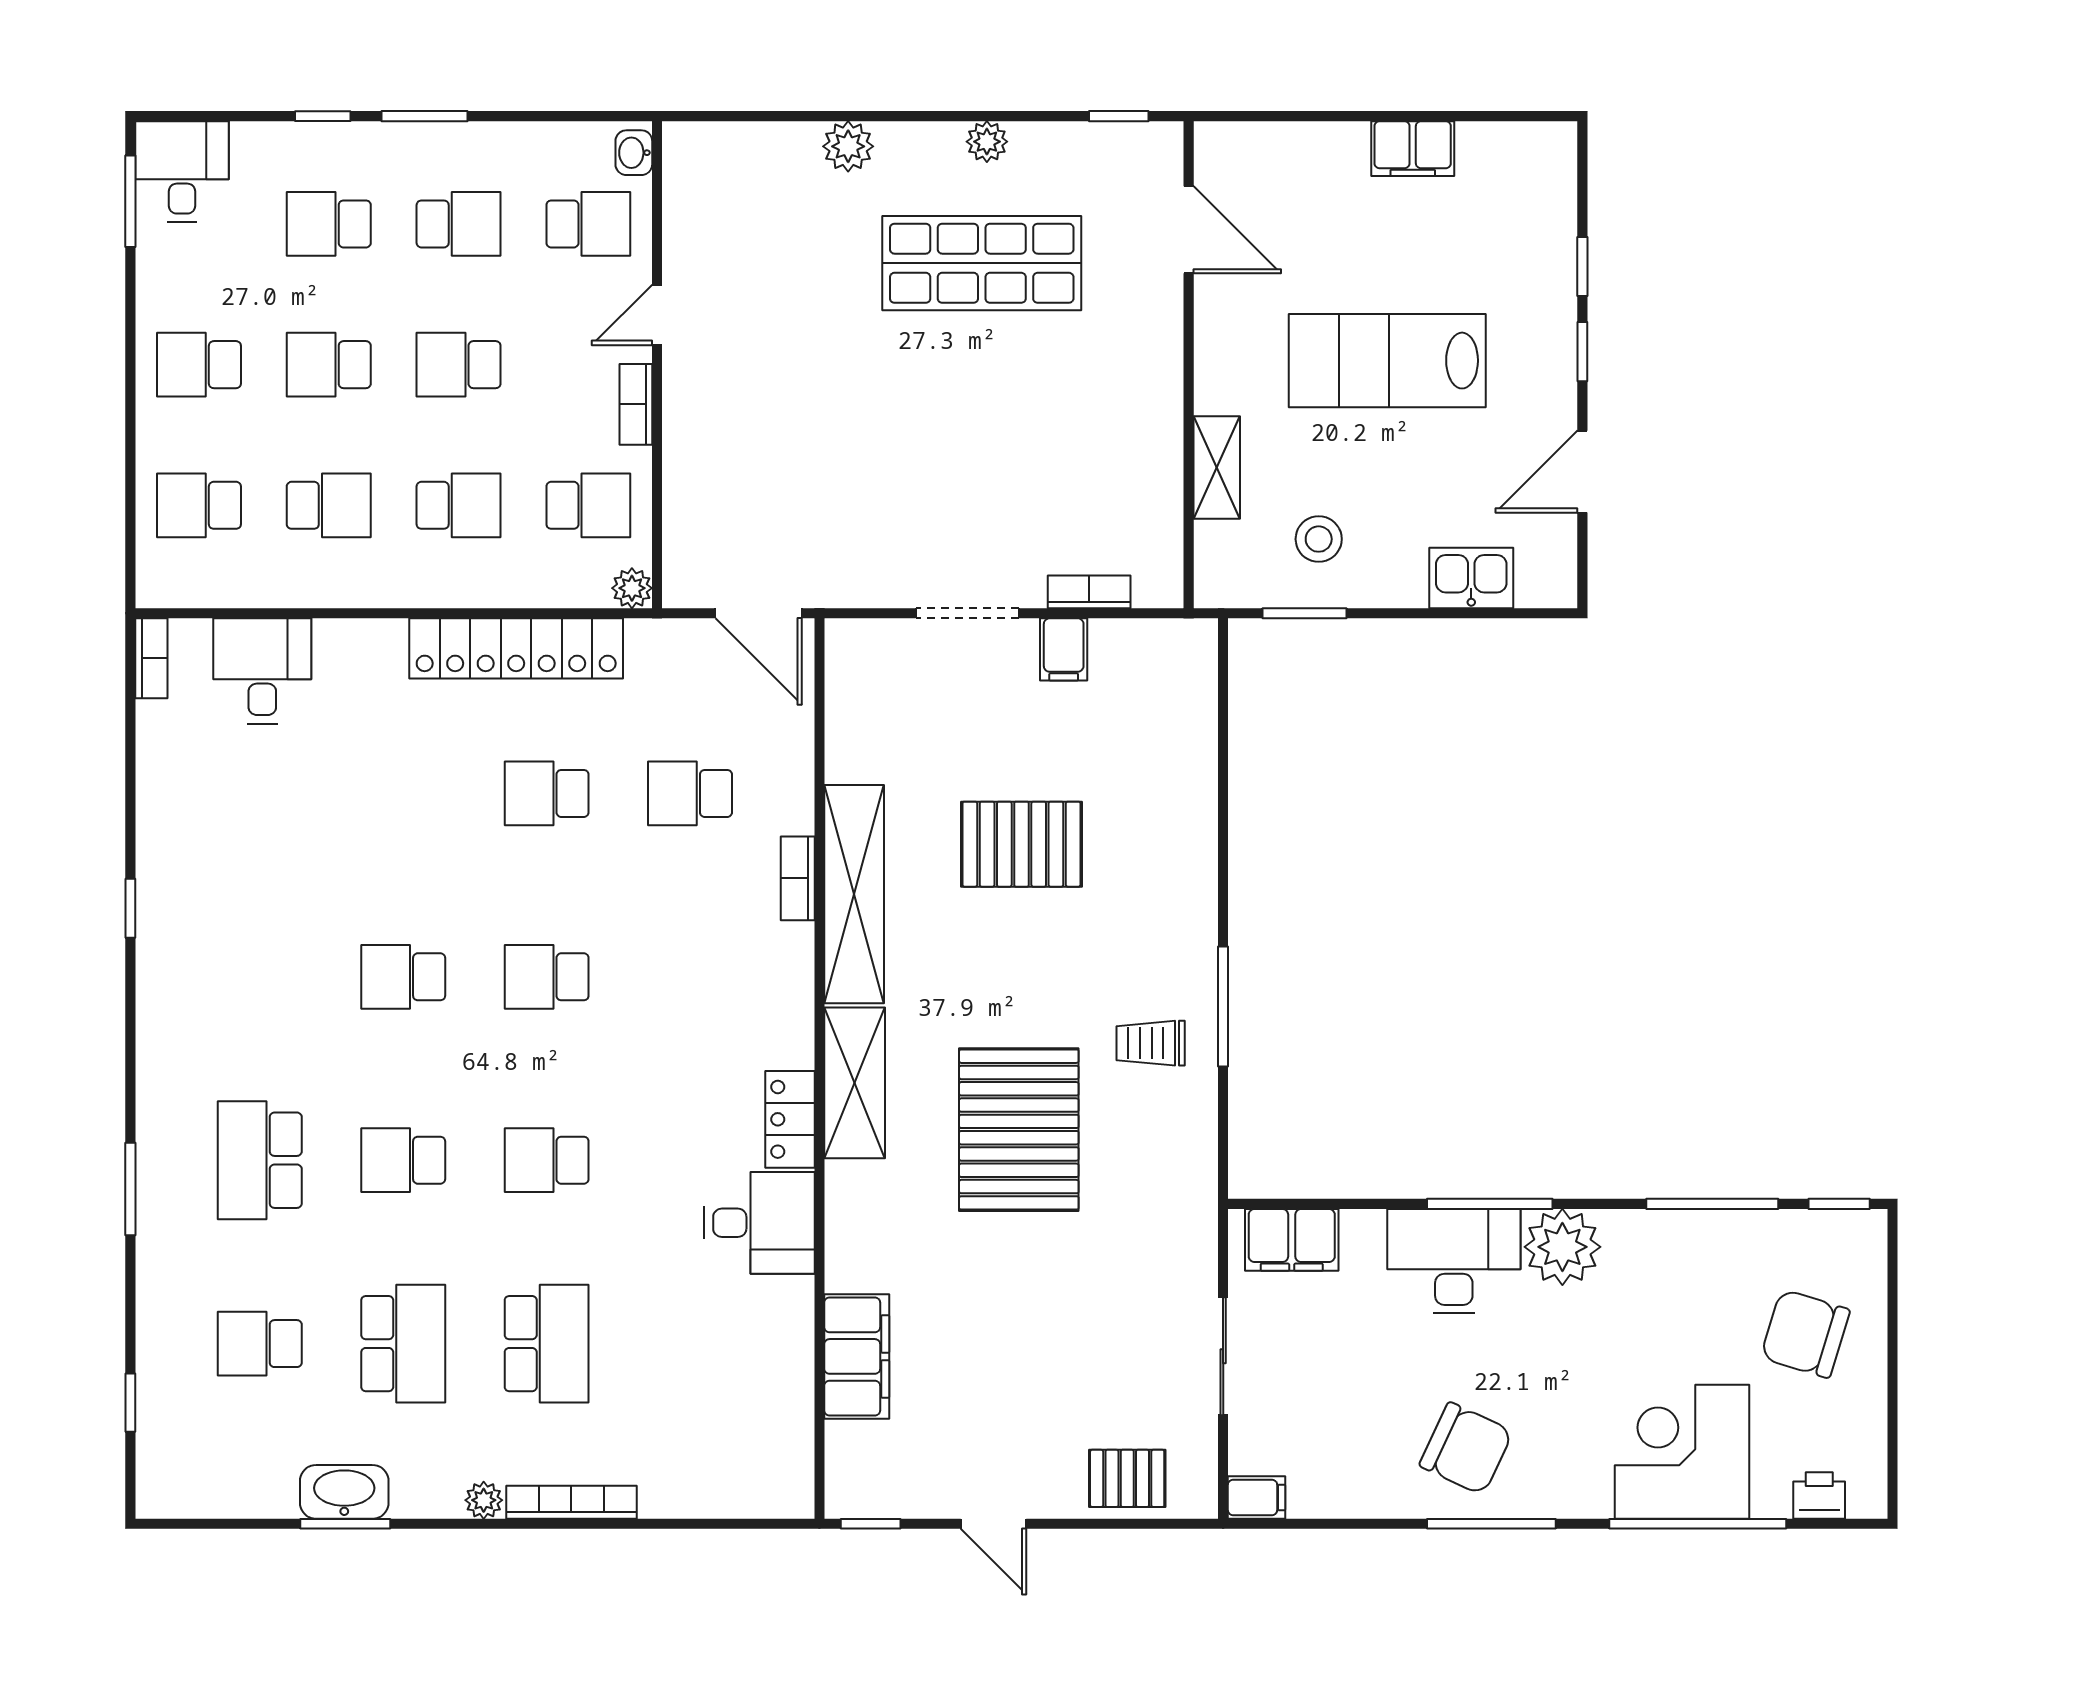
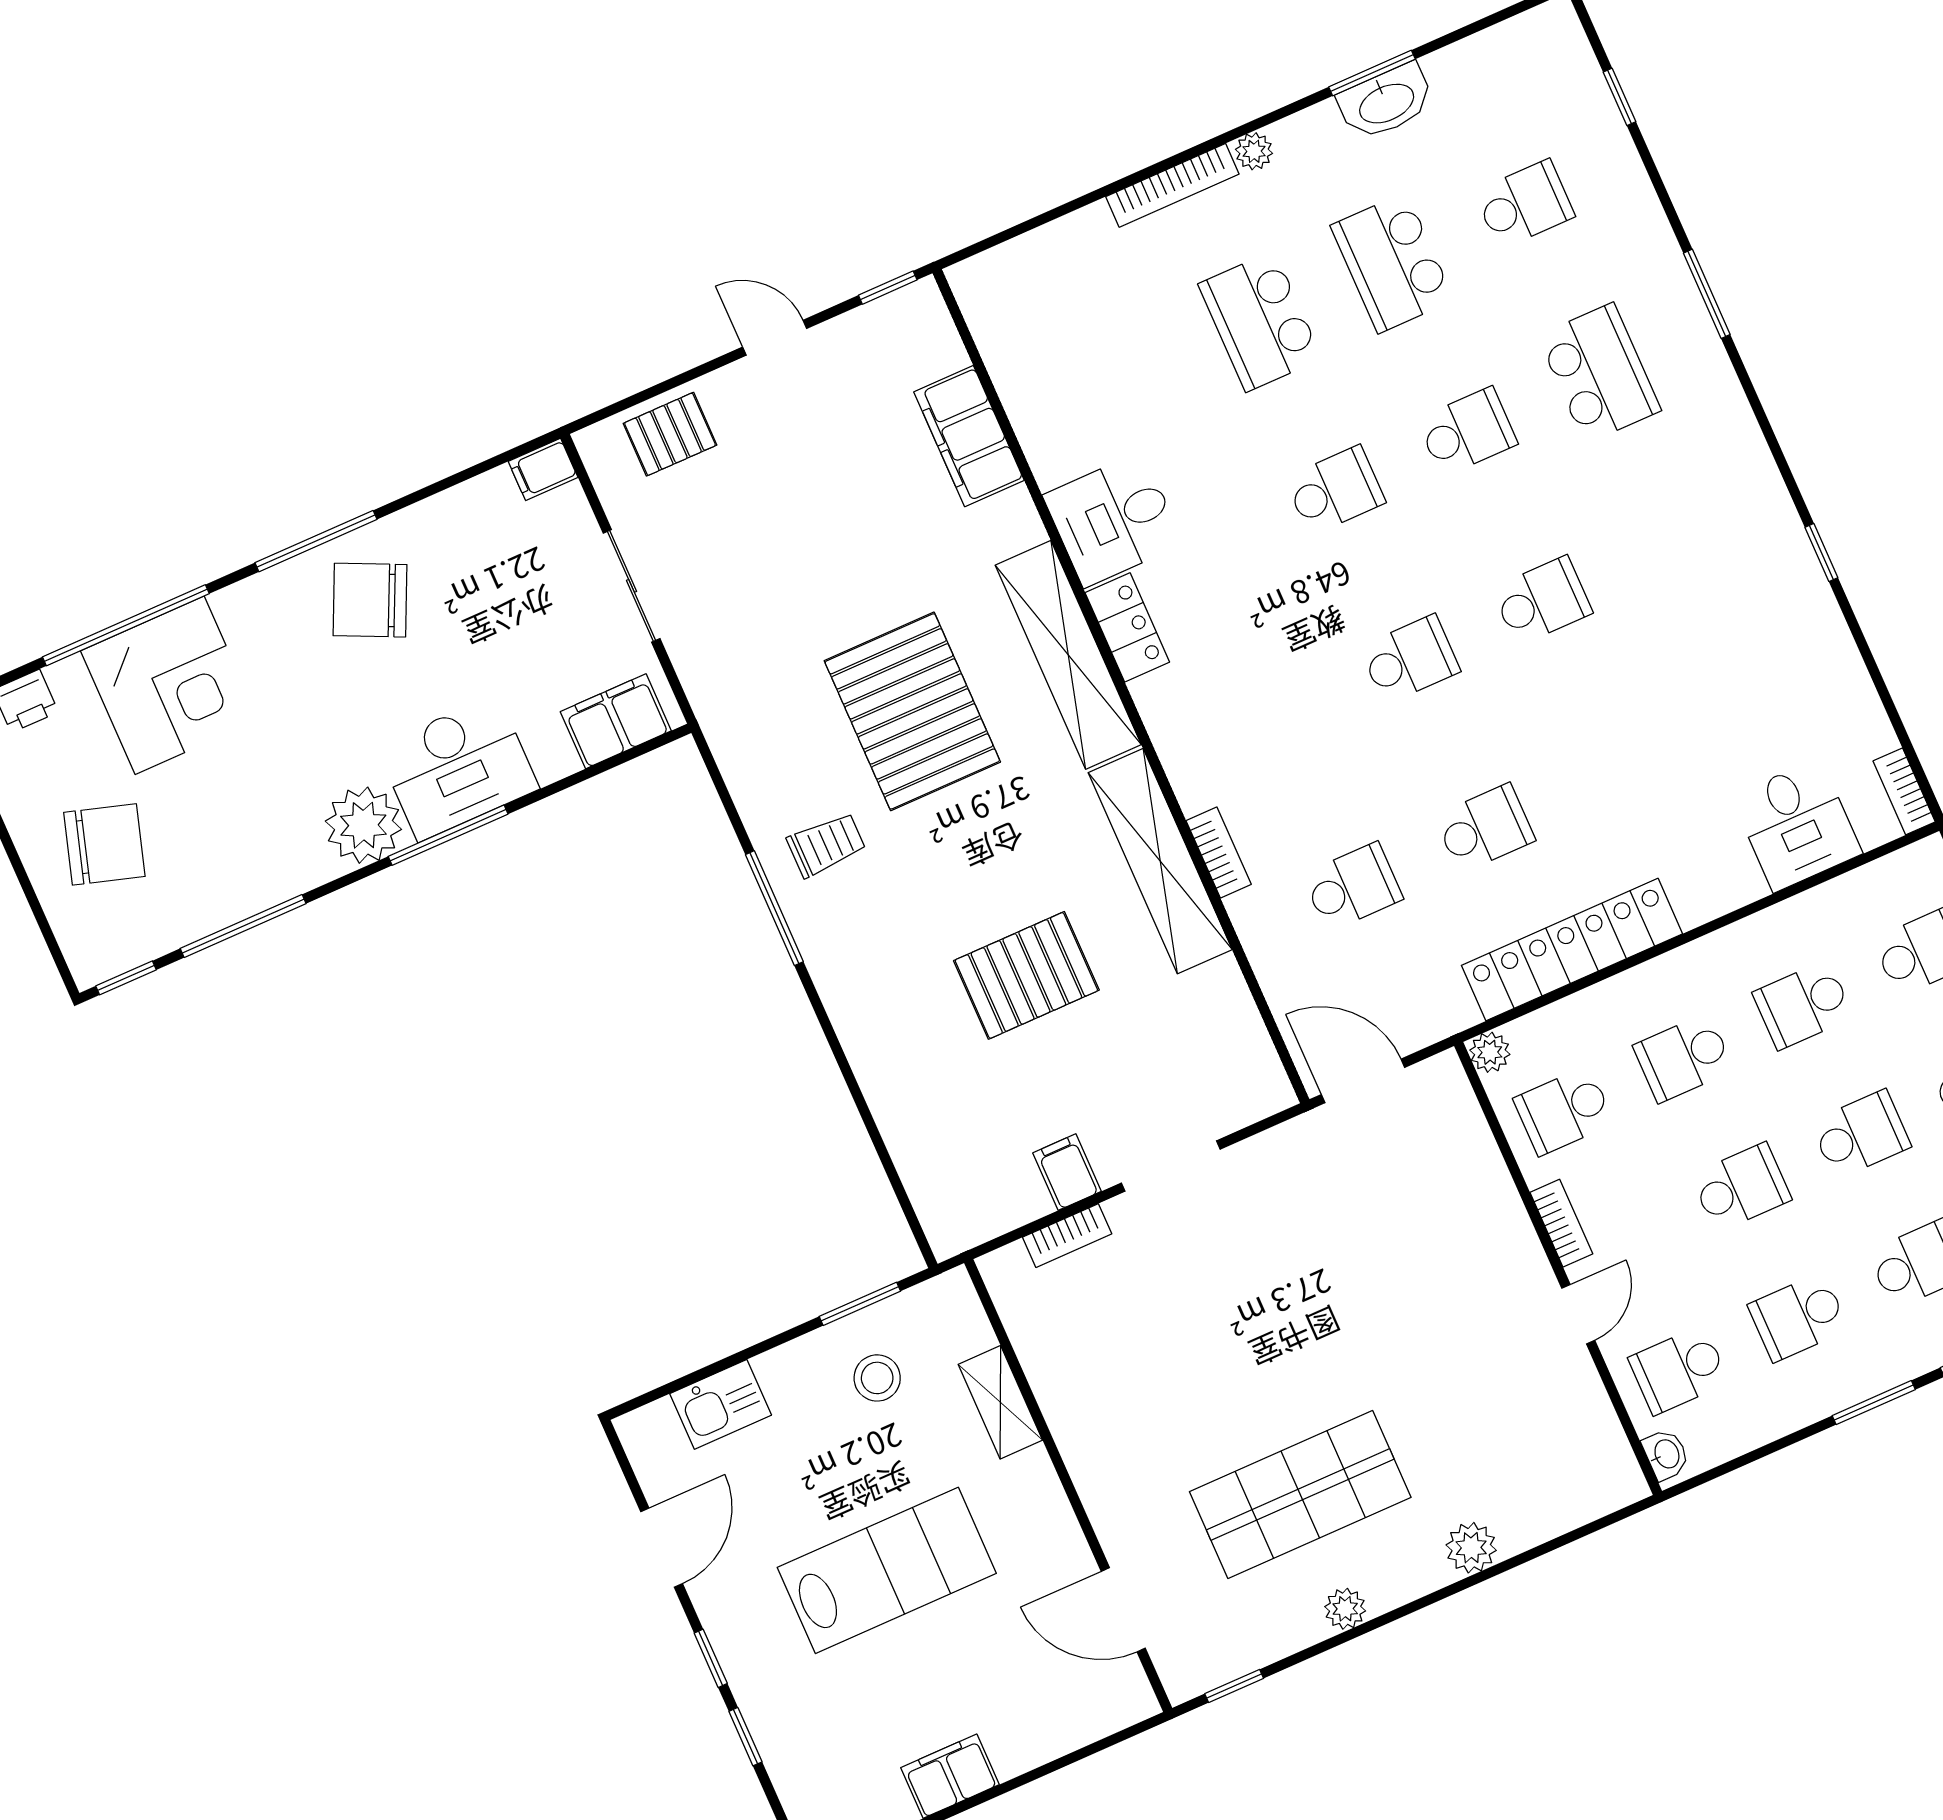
shelving: (855, 1083) -> (1068, 655), width x1.47

